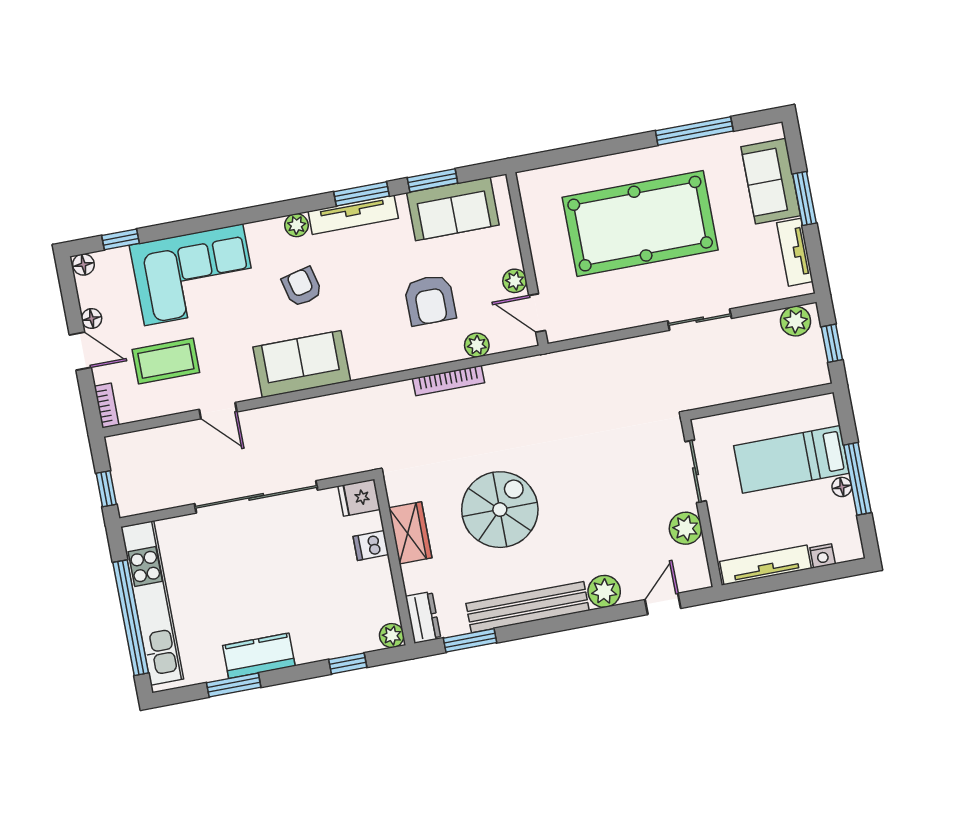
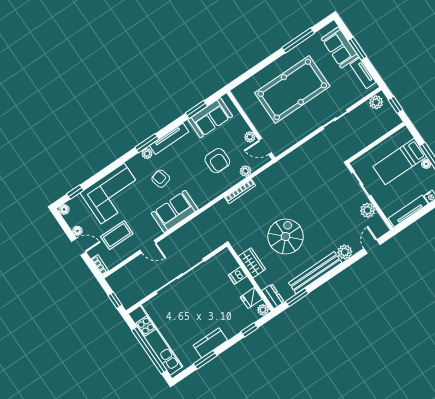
window: (361, 194) -> (147, 143), moved
fridge: (359, 498) -> (251, 298), moved

